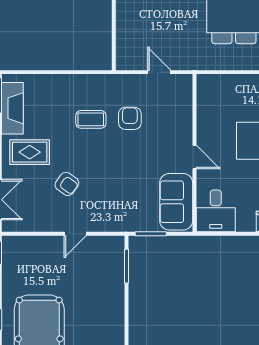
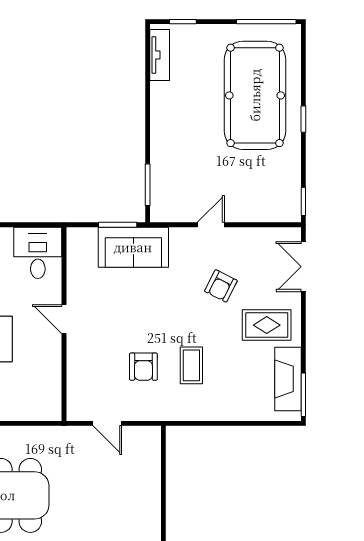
coffee table: (91, 119) -> (191, 365), turned 90
armchair: (67, 184) -> (221, 286), turned -99
sofa: (176, 202) -> (133, 247), moved, turned 90

